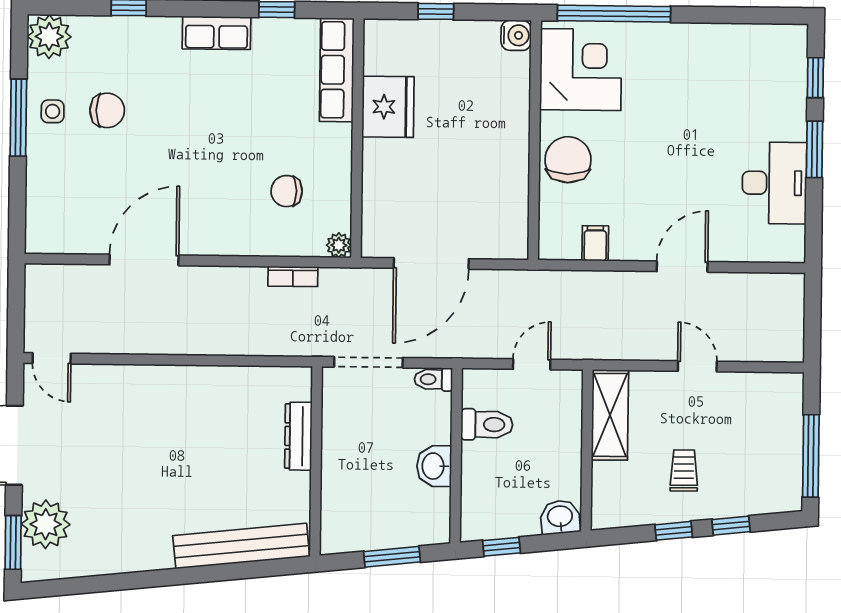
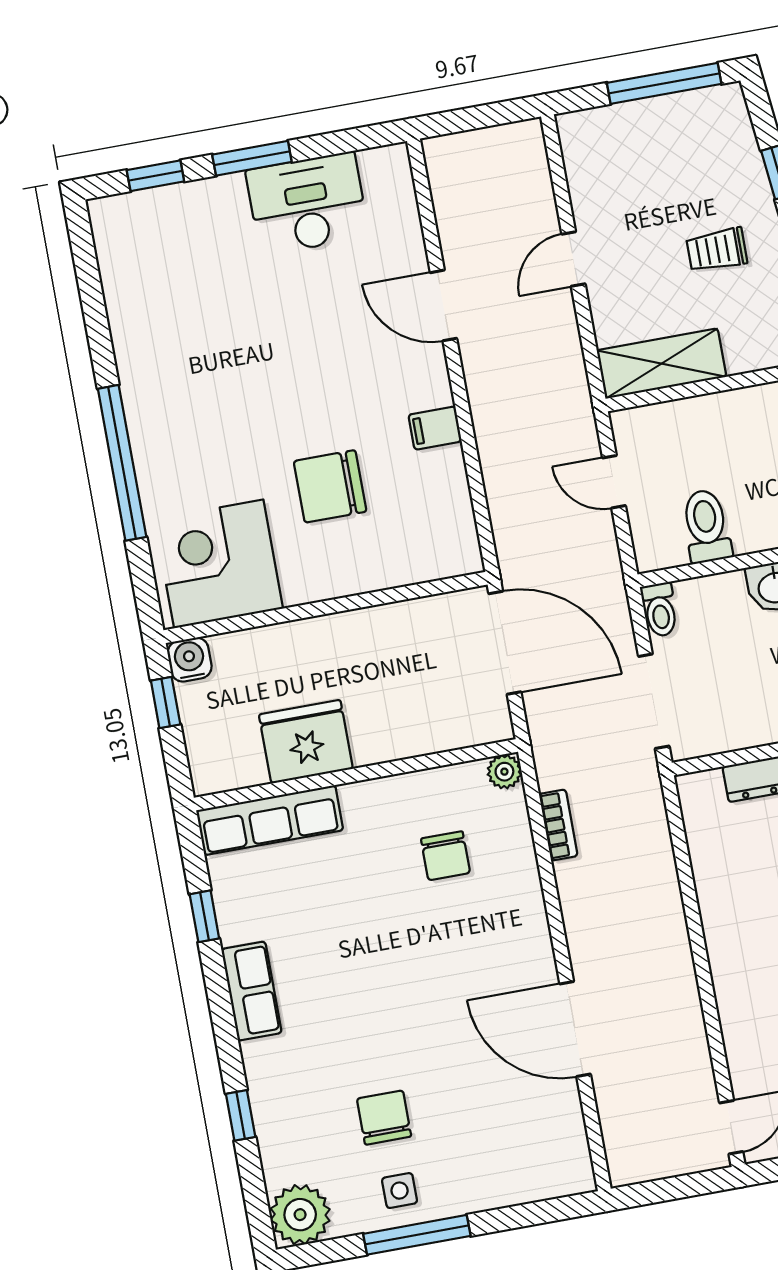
water cooler: (516, 35) -> (190, 660), moved
corner desk: (581, 70) -> (219, 564), moved
wall: (535, 140) -> (326, 607), moved

